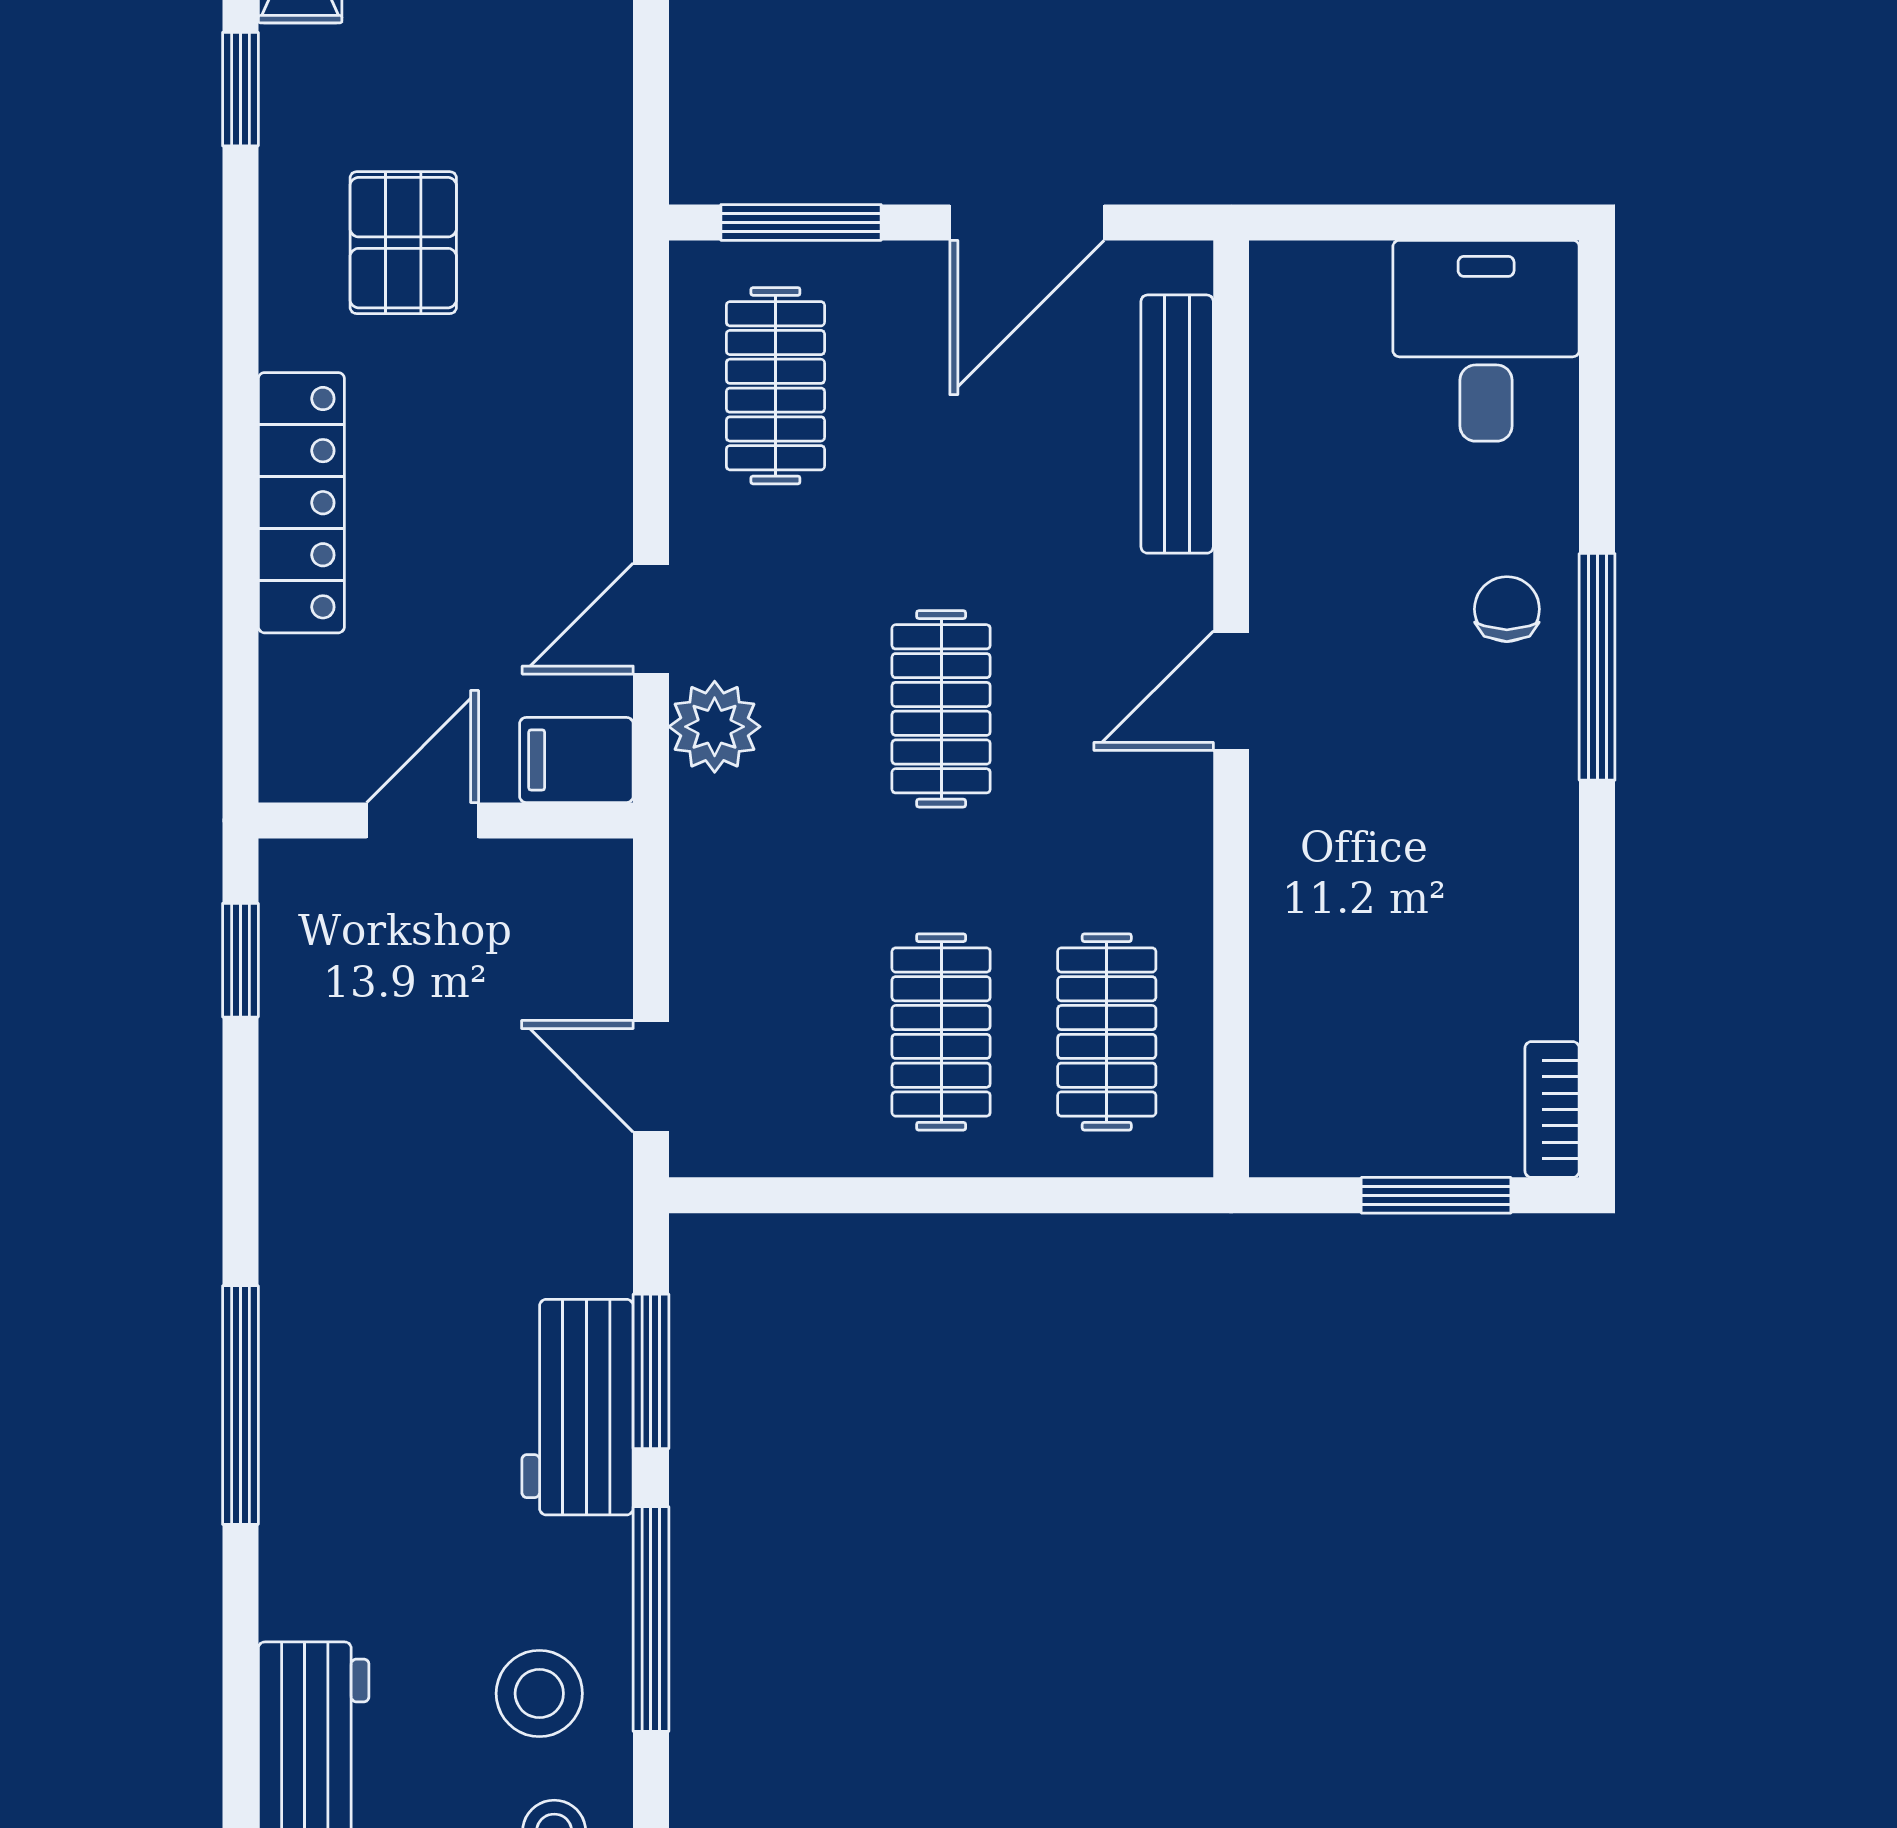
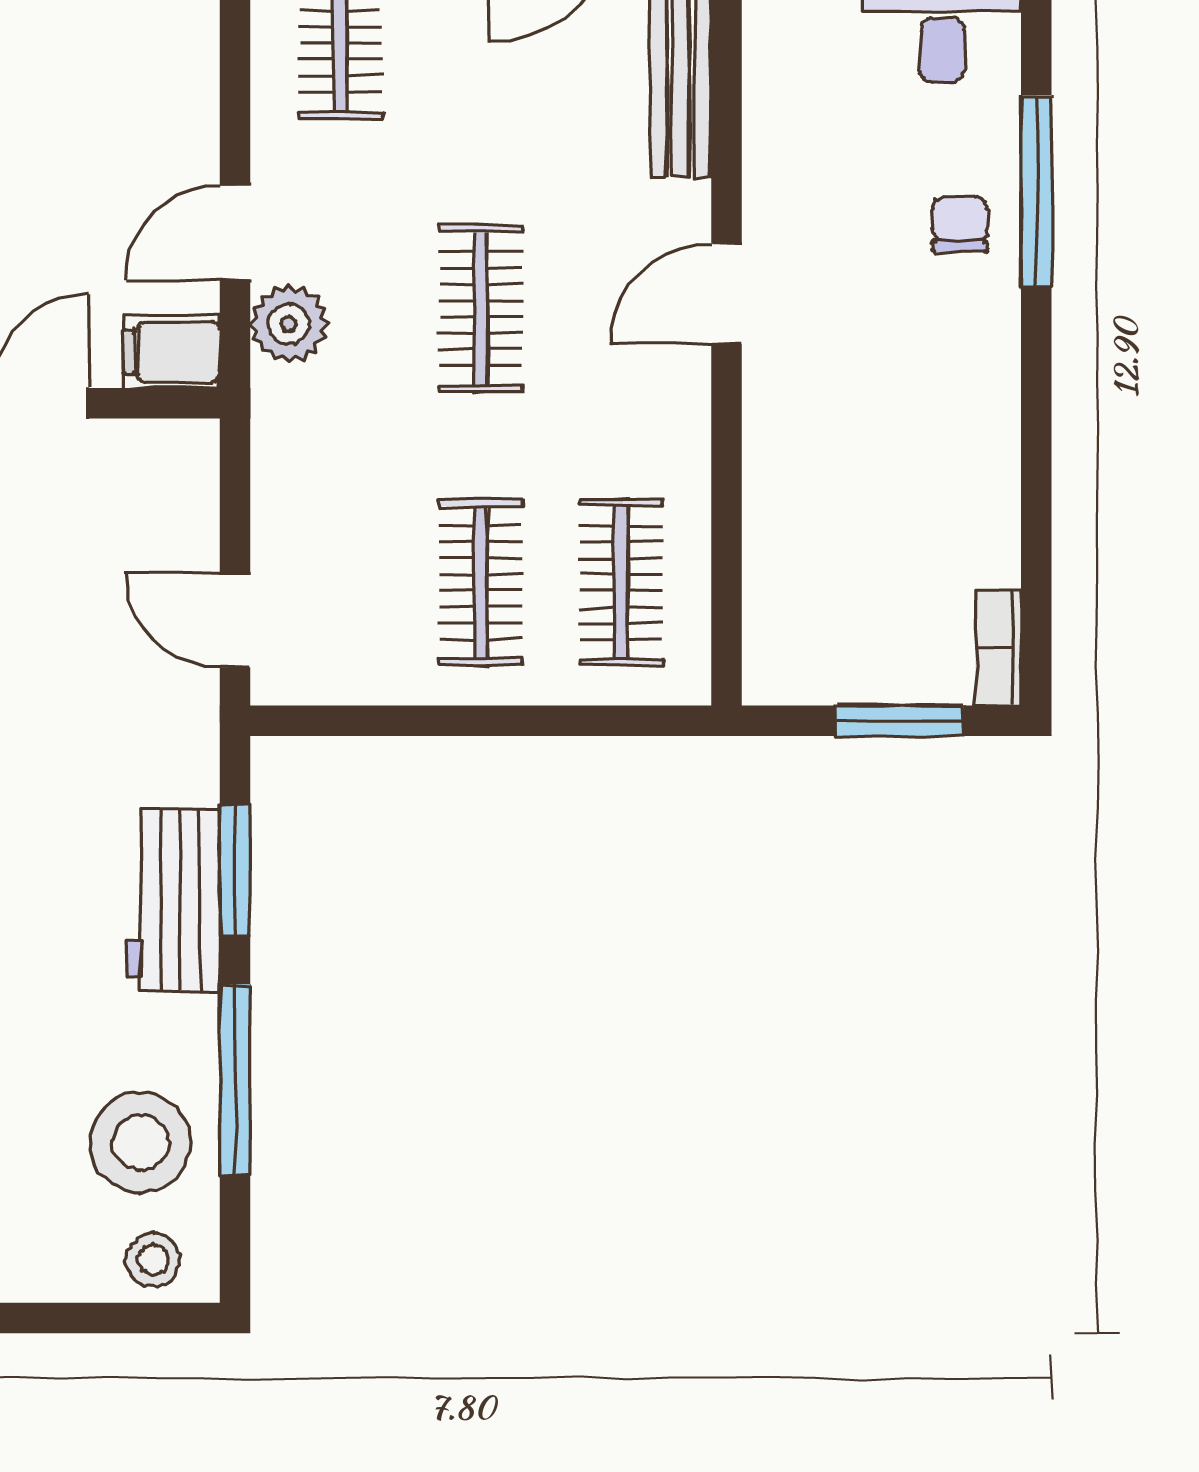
window: (1597, 667) -> (1036, 191), moved
stool: (539, 1693) -> (140, 1143), width x1.38, depth x1.38

